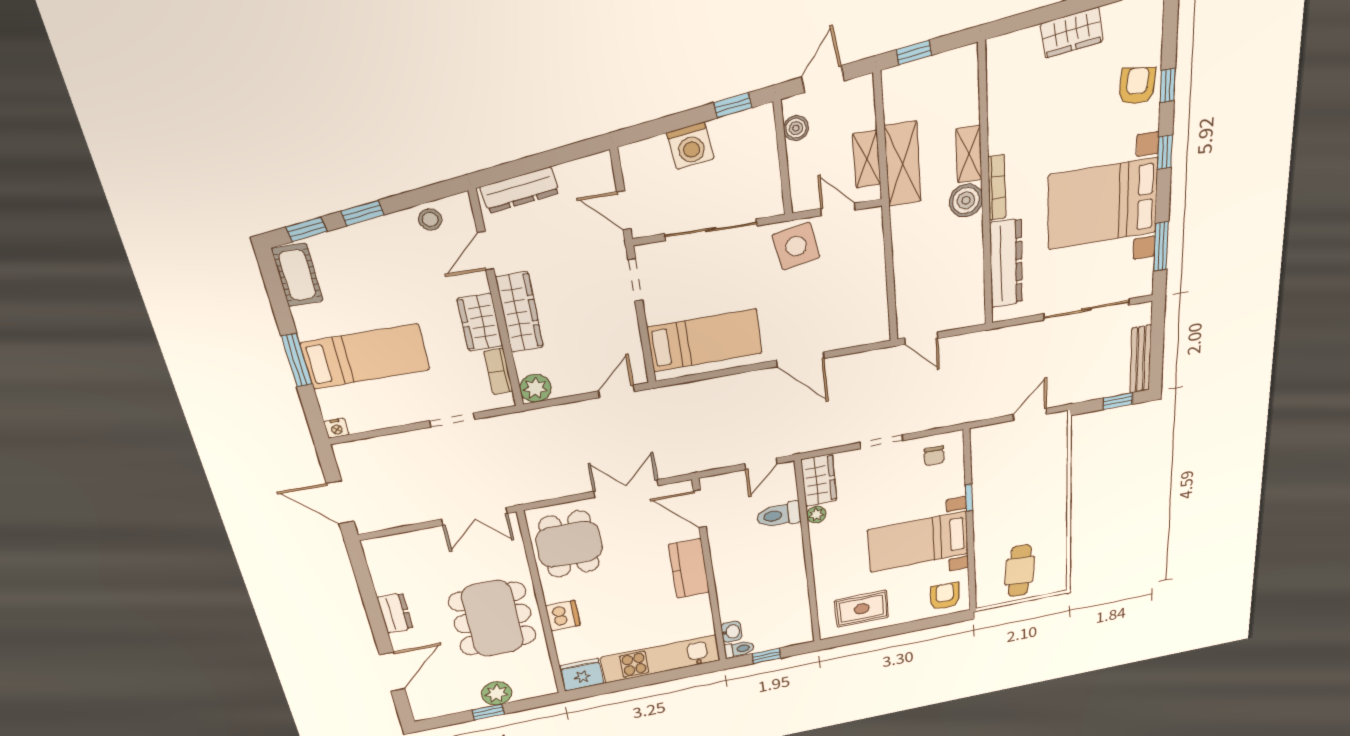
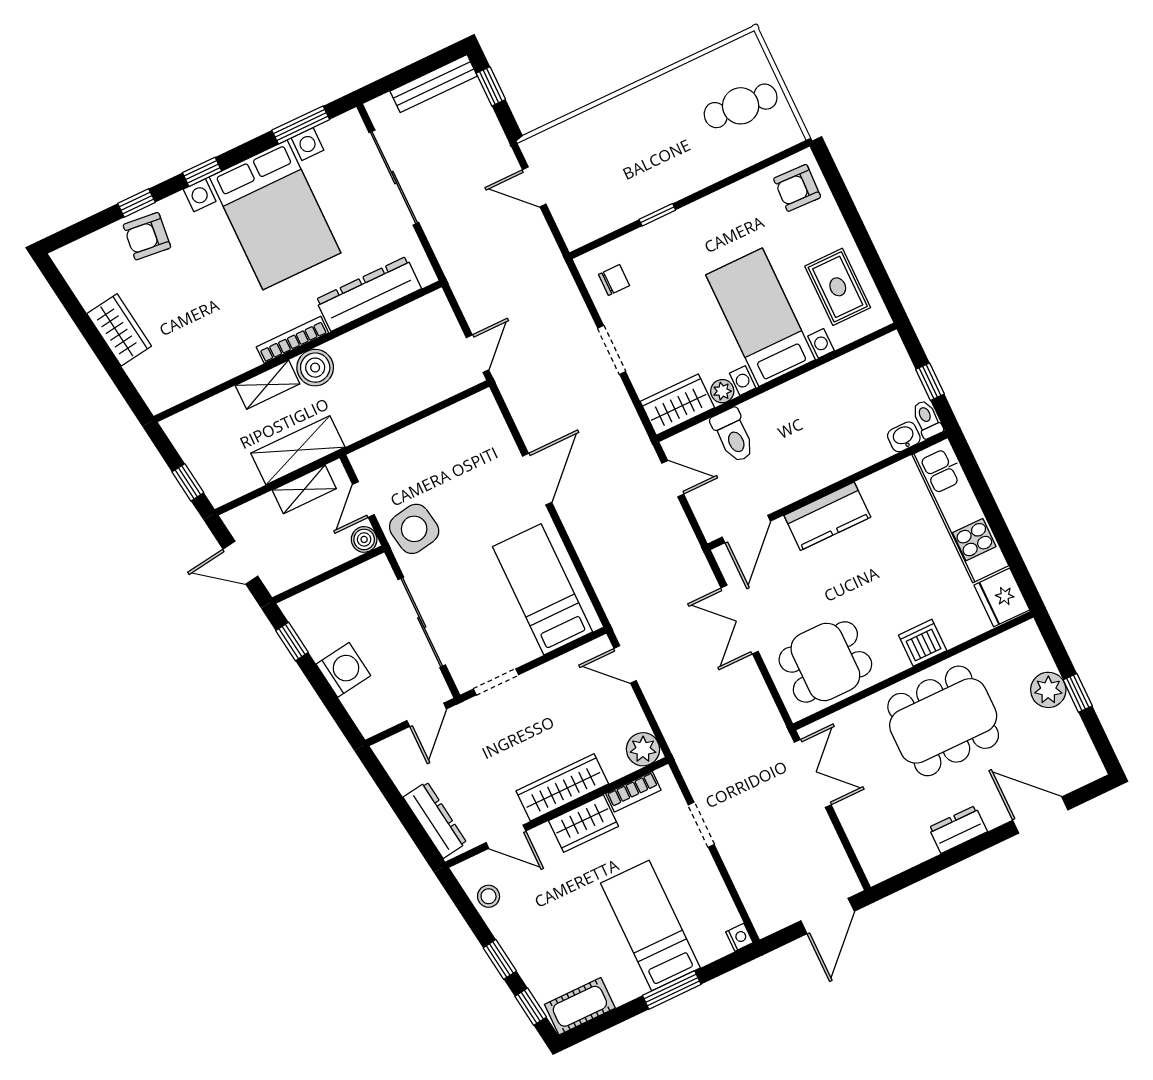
boiler: (796, 128) -> (364, 539), moved
bed with nightstands: (918, 542) -> (761, 317), moved, turned 180

